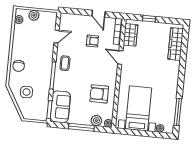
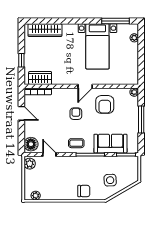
door: (99, 14) -> (21, 113), hinge flipped
plant: (34, 15) -> (30, 164), moved
floor lamp: (68, 20) -> (31, 144), added
armchair: (92, 41) -> (76, 114), moved
door: (120, 57) -> (85, 86), moved
sofa: (60, 107) -> (110, 144), moved
bed with nightstands: (139, 108) -> (97, 46), moved, turned -90
plant: (96, 121) -> (133, 105), removed

